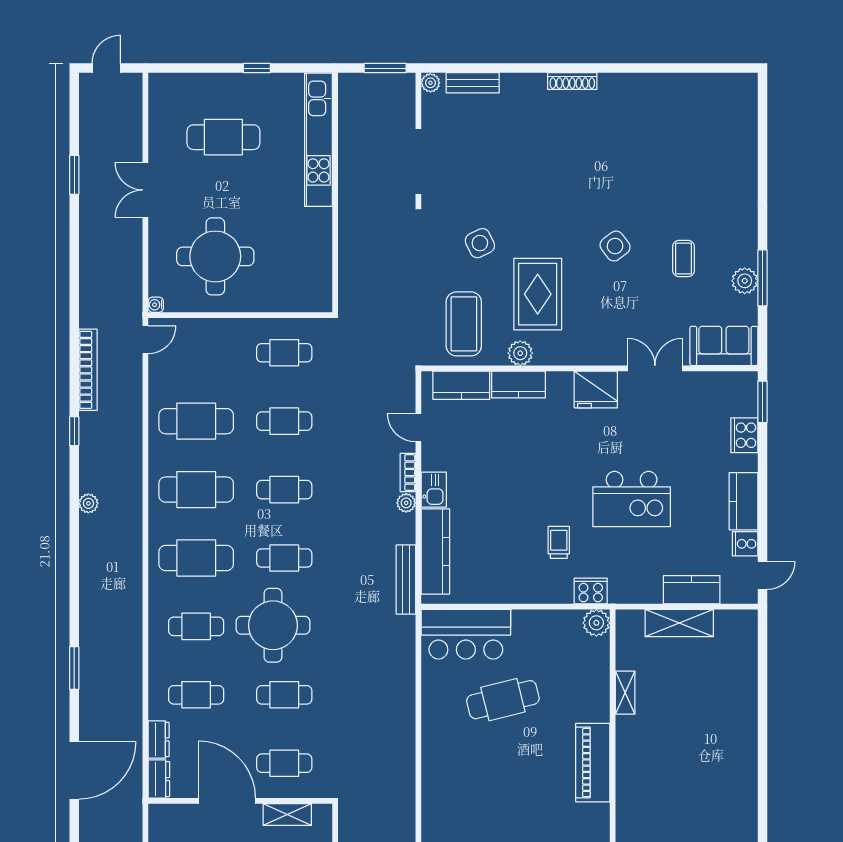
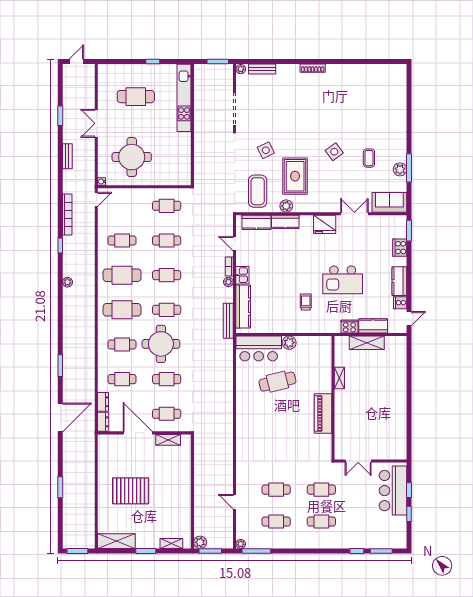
bench: (88, 255) -> (67, 156), added
cafe table: (196, 421) -> (122, 240), width x0.73, depth x0.74
cooker: (591, 591) -> (349, 327), moved
plant: (596, 623) -> (289, 343), moved

